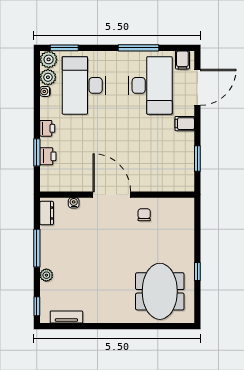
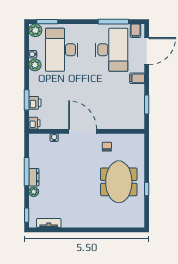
window: (138, 48) -> (113, 22), moved
plant: (48, 77) -> (35, 65), moved
printer: (47, 128) -> (34, 123), moved
dresser: (47, 213) -> (34, 177), moved
meeting table: (160, 291) -> (119, 182), moved

